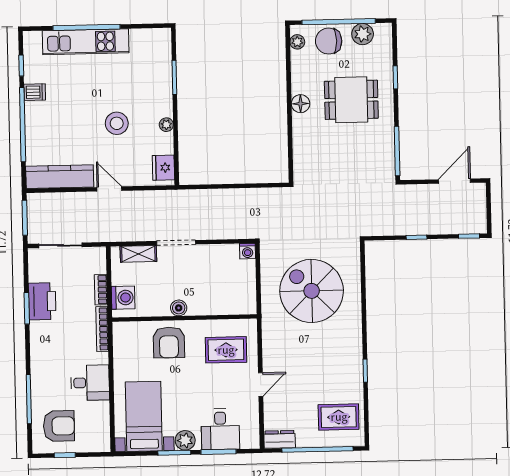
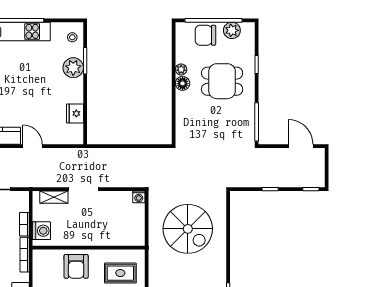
plant: (297, 42) -> (181, 69), moved
stool: (117, 123) -> (72, 37), moved, width x0.53, depth x0.53
plant: (166, 125) -> (73, 68), moved, width x1.88, depth x1.88
fridge: (163, 168) -> (75, 113), moved
door: (454, 181) -> (301, 146), hinge flipped
spiral stairs: (312, 291) -> (188, 229), turned 180
boiler: (179, 308) -> (84, 240), removed

